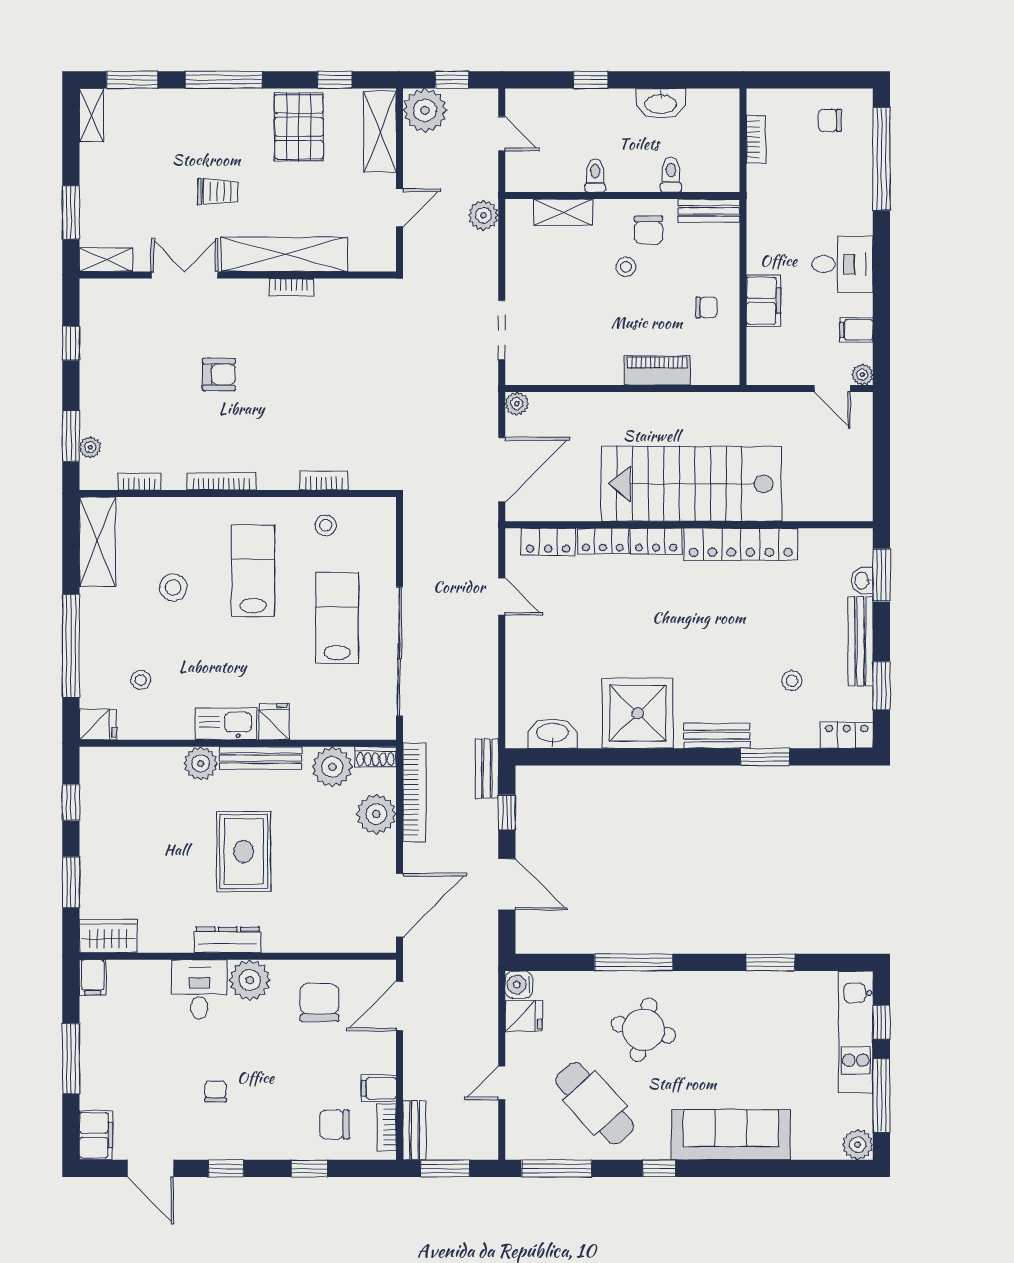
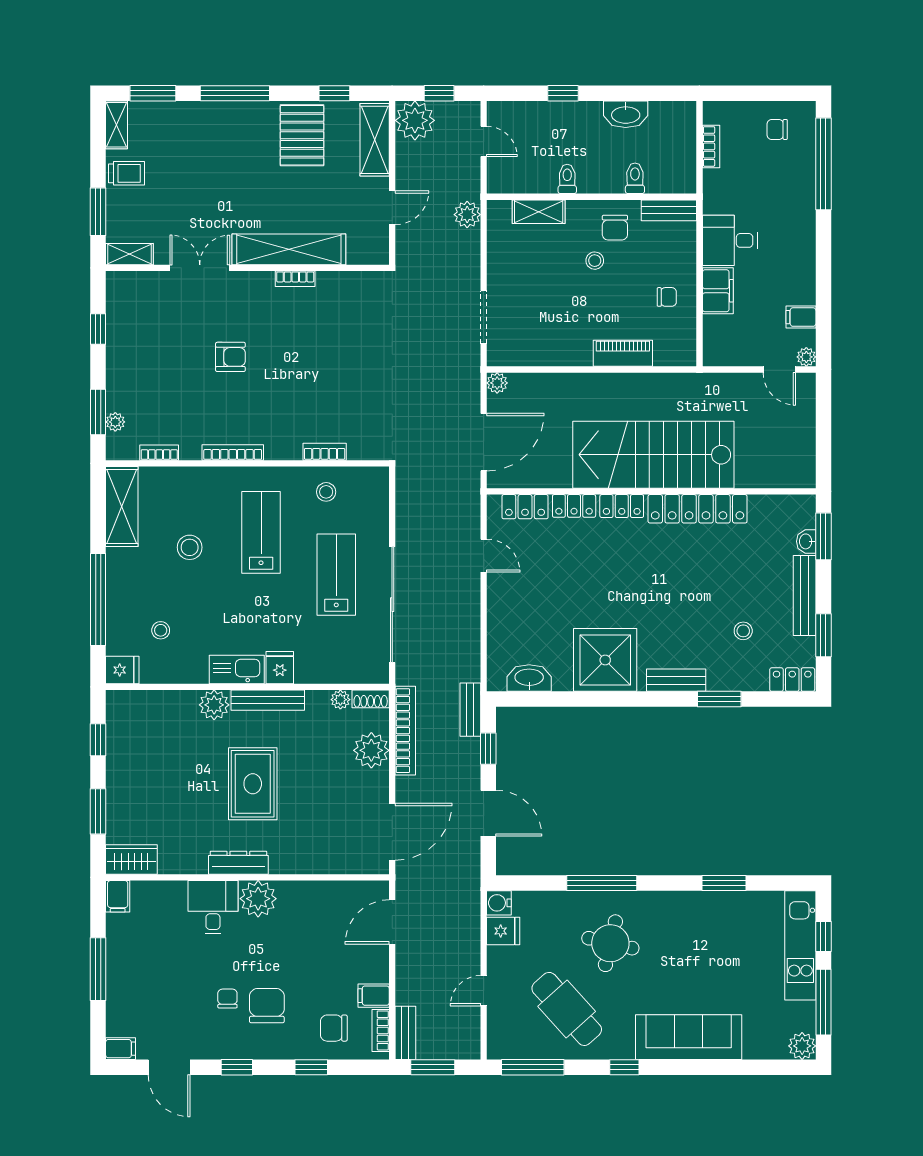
trolley: (218, 192) -> (127, 173), moved
desk: (842, 264) -> (730, 240), moved, turned 180
plant: (332, 767) -> (340, 700), width x0.53, depth x0.53
chair: (320, 1002) -> (267, 1006), moved
filing cabinet: (96, 1135) -> (120, 1049), width x0.50

